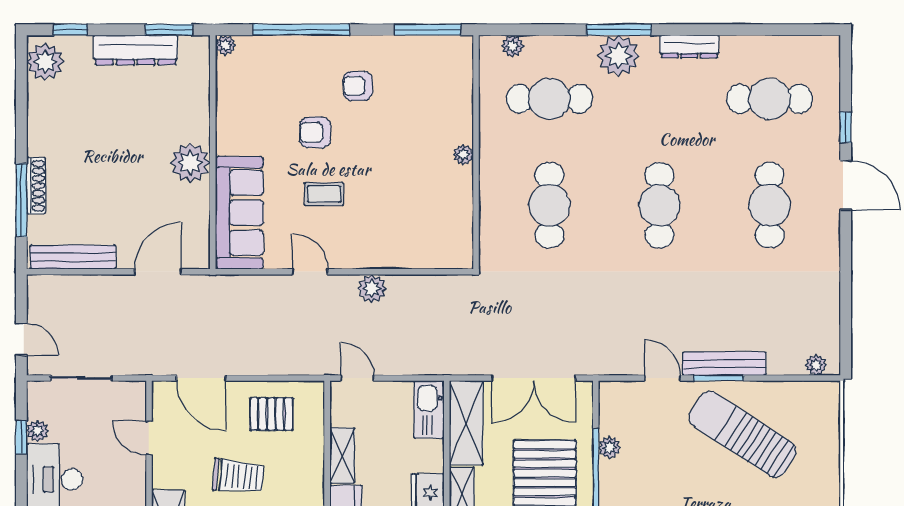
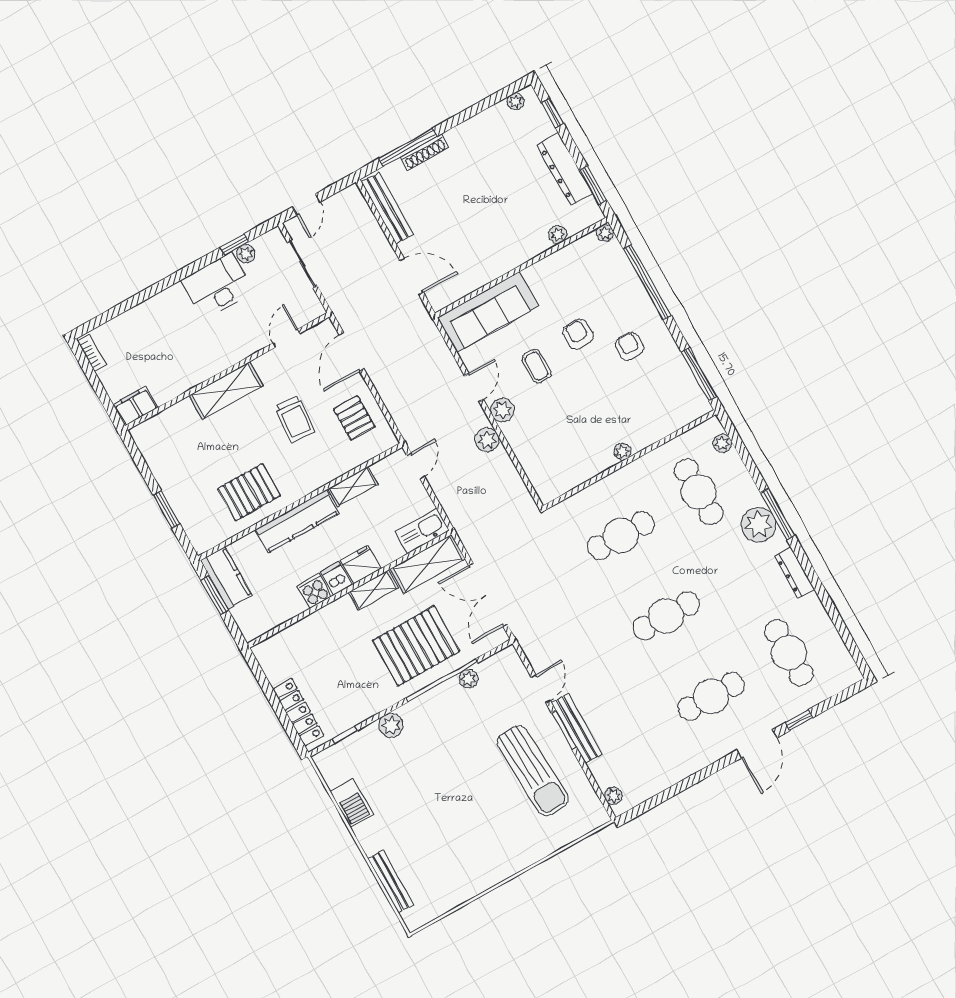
plant: (45, 62) -> (515, 102), width x0.53, depth x0.53
plant: (190, 163) -> (558, 234), moved, width x0.53, depth x0.53
plant: (350, 255) -> (502, 410), added
sun lounger: (743, 434) -> (533, 771), turned 144

